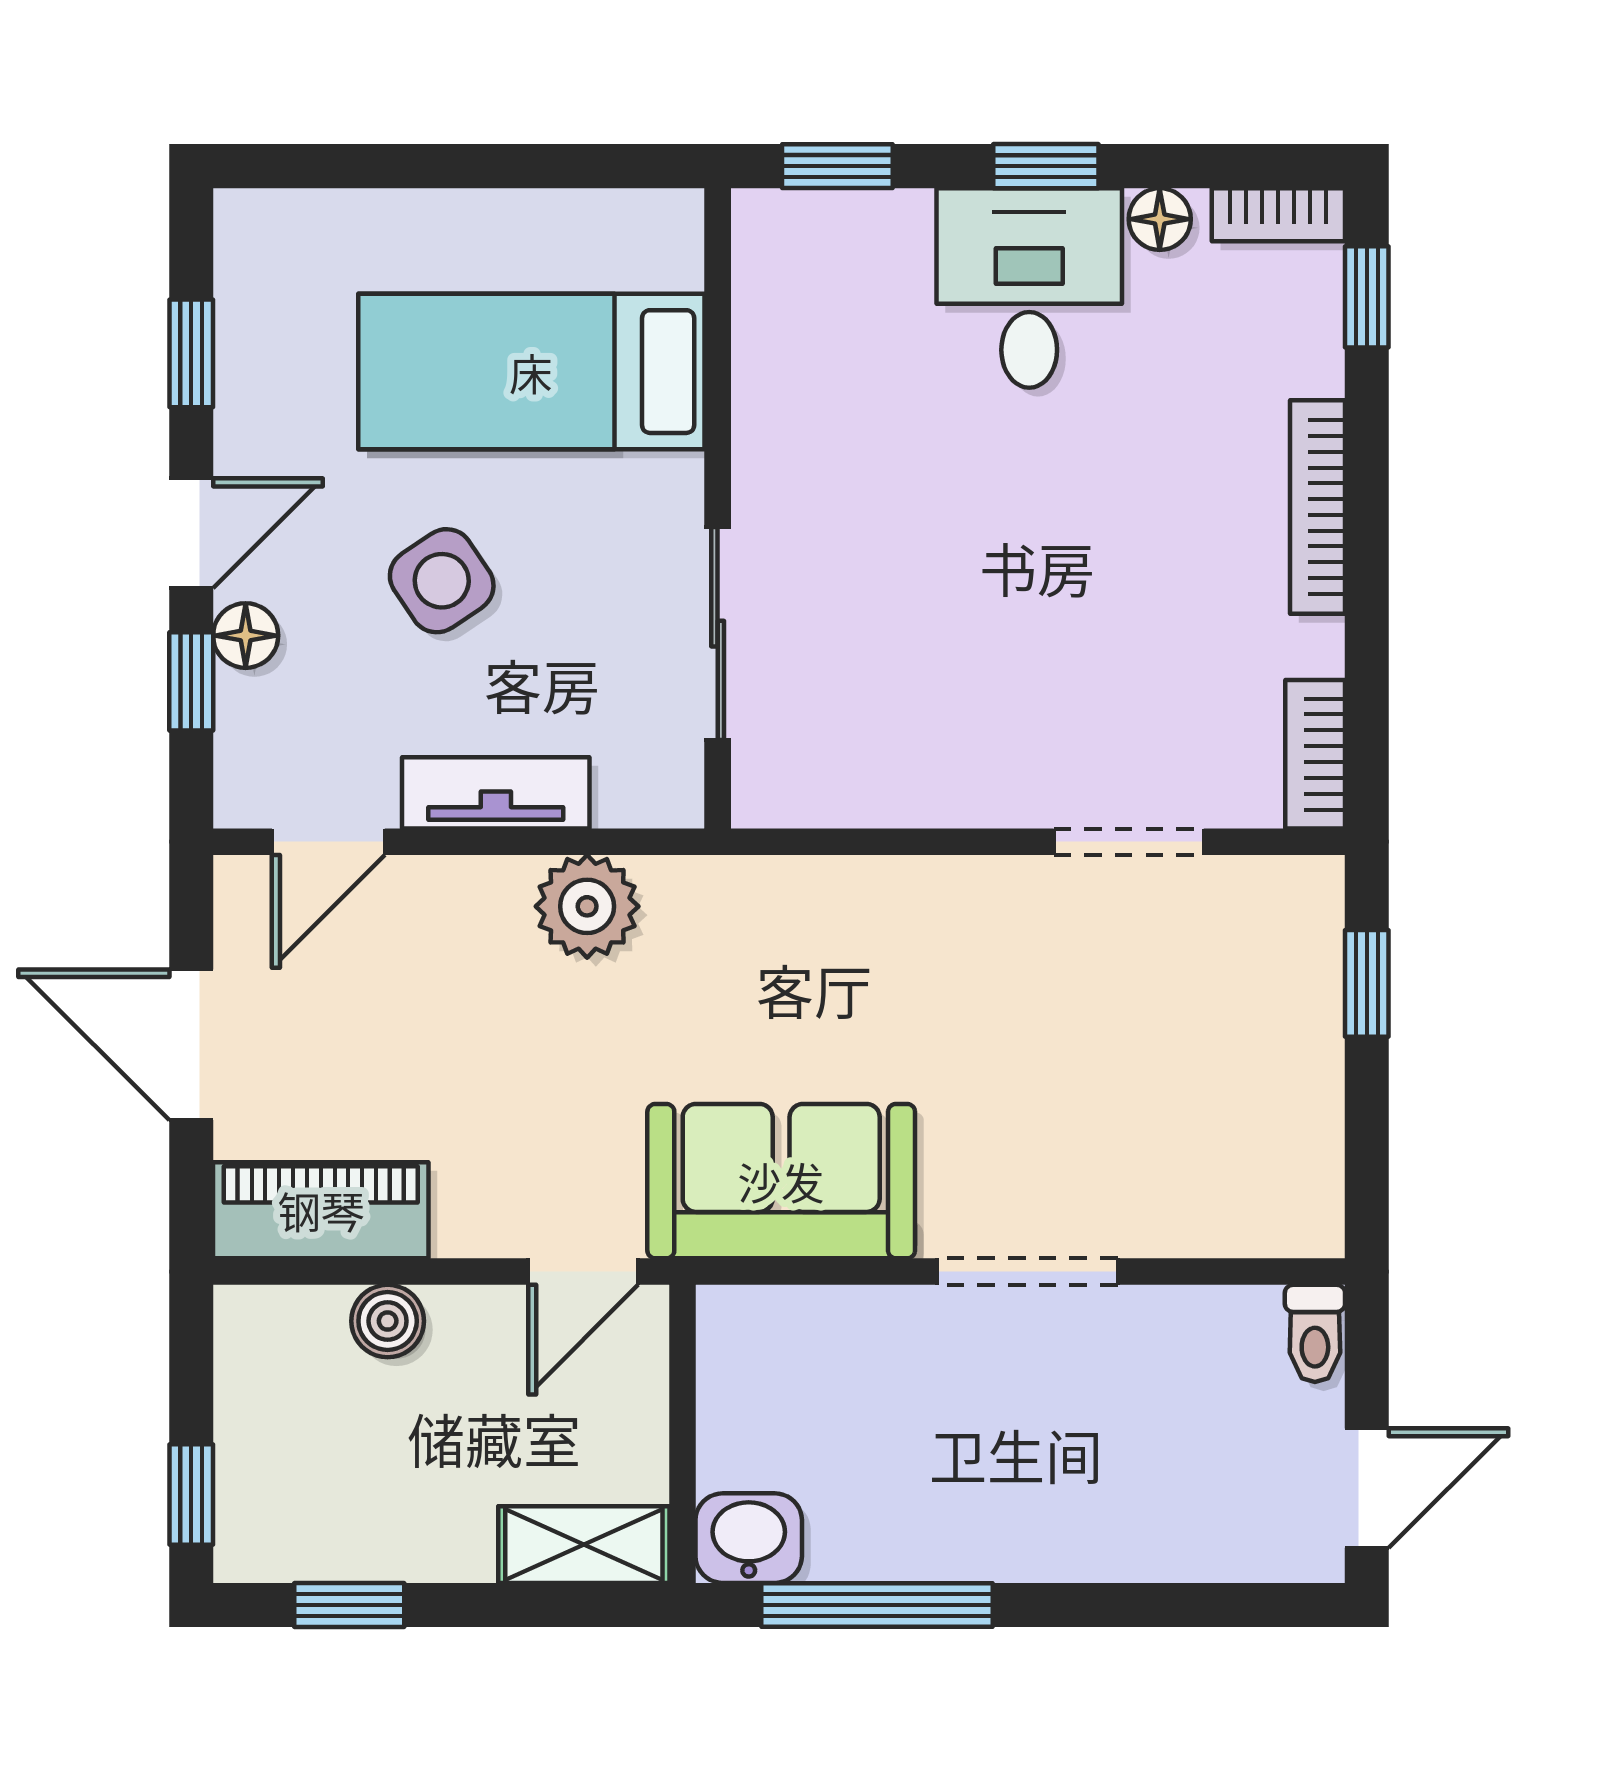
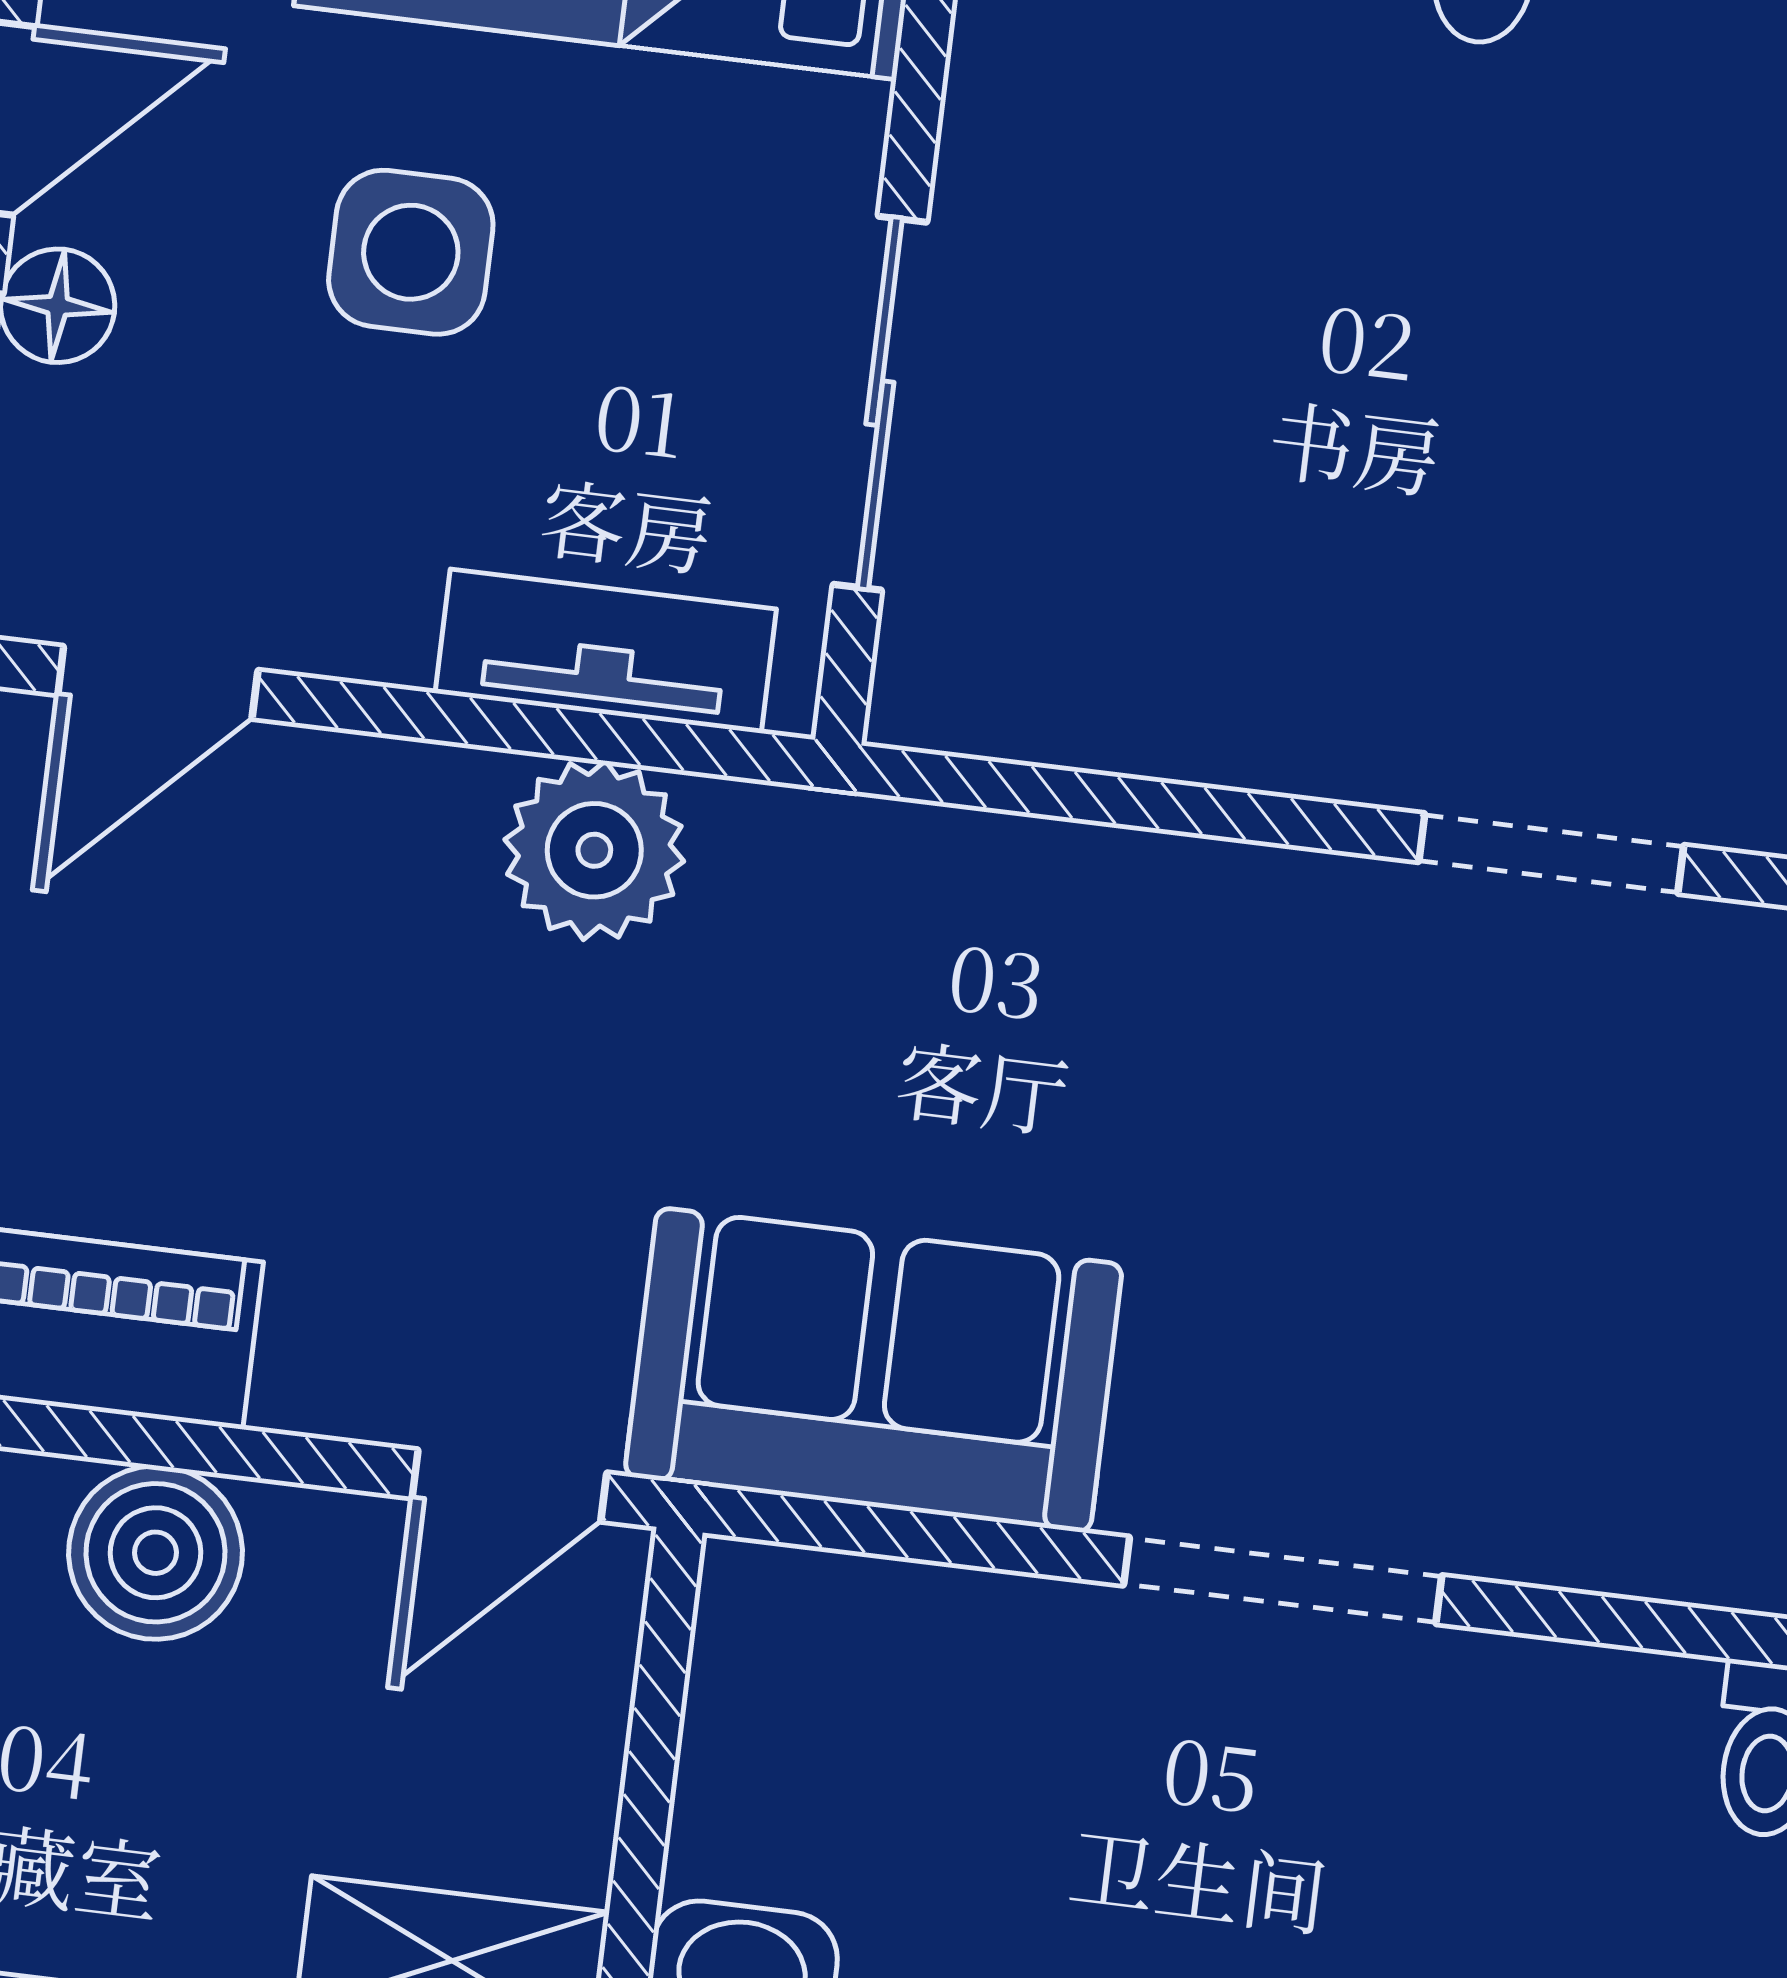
side table: (442, 581) -> (411, 252), turned 34
tv unit: (496, 793) -> (606, 651), moved
boiler: (388, 1321) -> (156, 1553), width x1.36, depth x1.36

